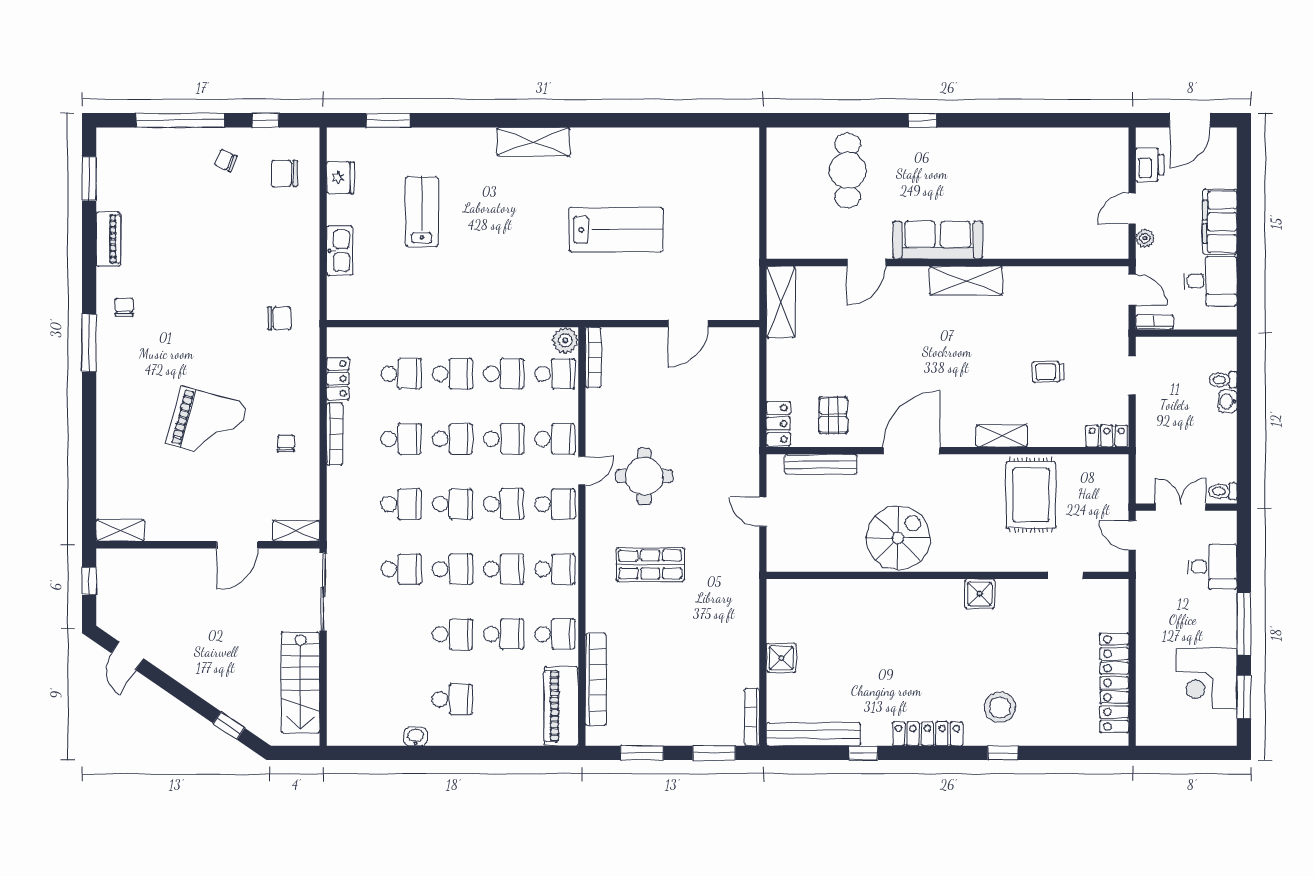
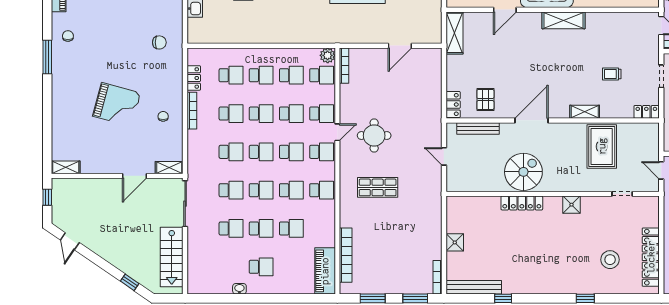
school desk: (555, 634) -> (231, 228), moved
stool: (1000, 707) -> (610, 260), moved
locker: (927, 734) -> (522, 203), moved, turned 180

